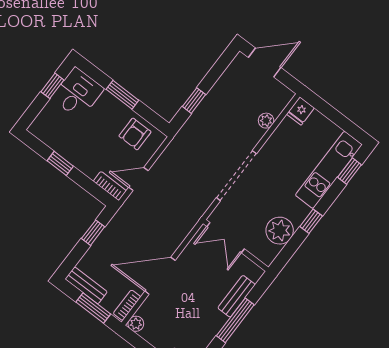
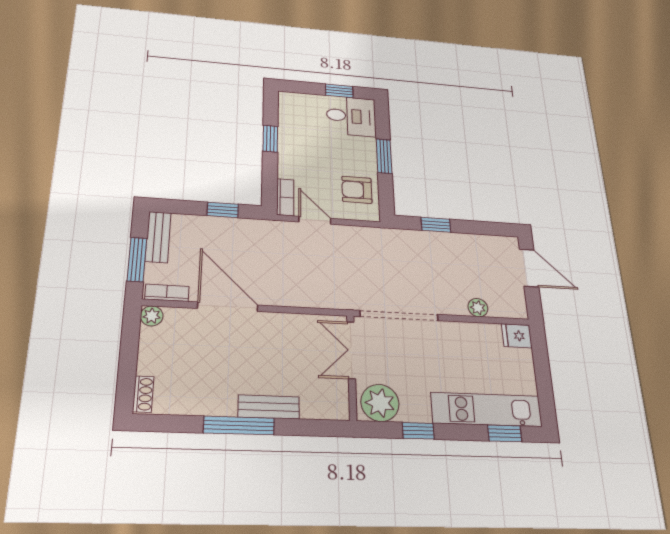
double door: (226, 238) -> (351, 350), moved
wall: (236, 245) -> (352, 367), moved

